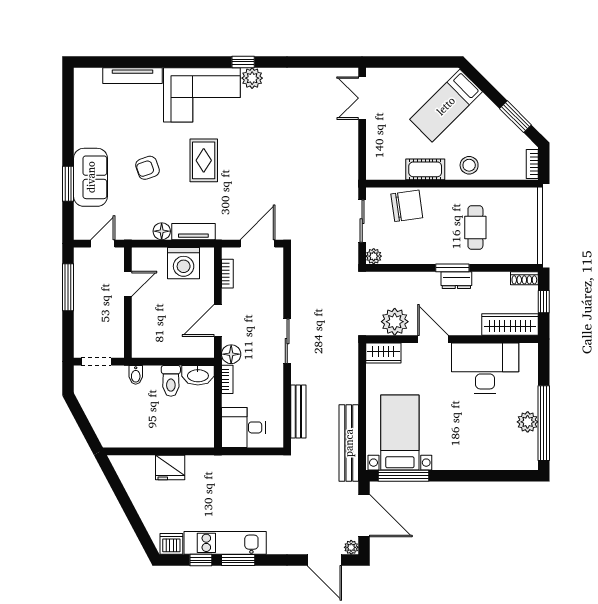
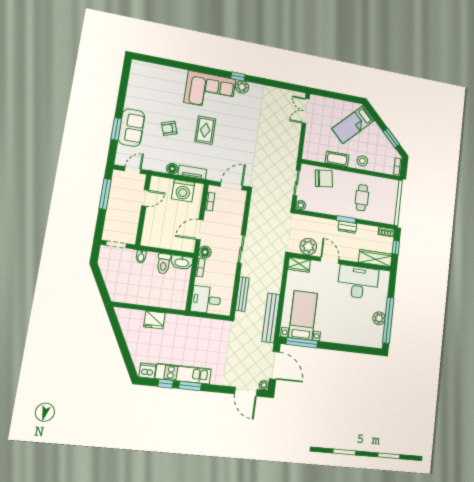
tv unit: (132, 76) -> (168, 71), removed

